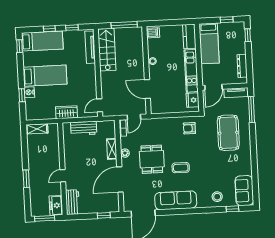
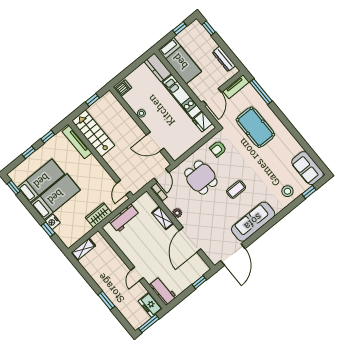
window: (124, 25) -> (92, 100), width x0.46
bed: (42, 41) -> (41, 181), moved
dining table: (152, 159) -> (201, 178), moved

